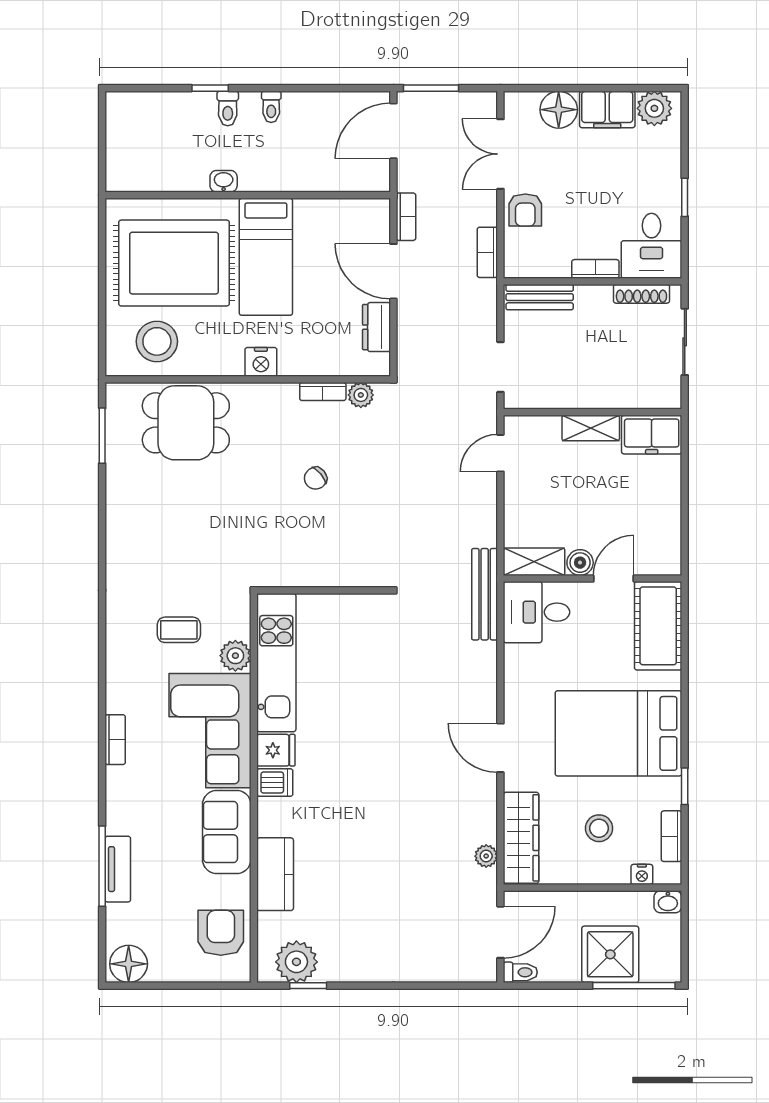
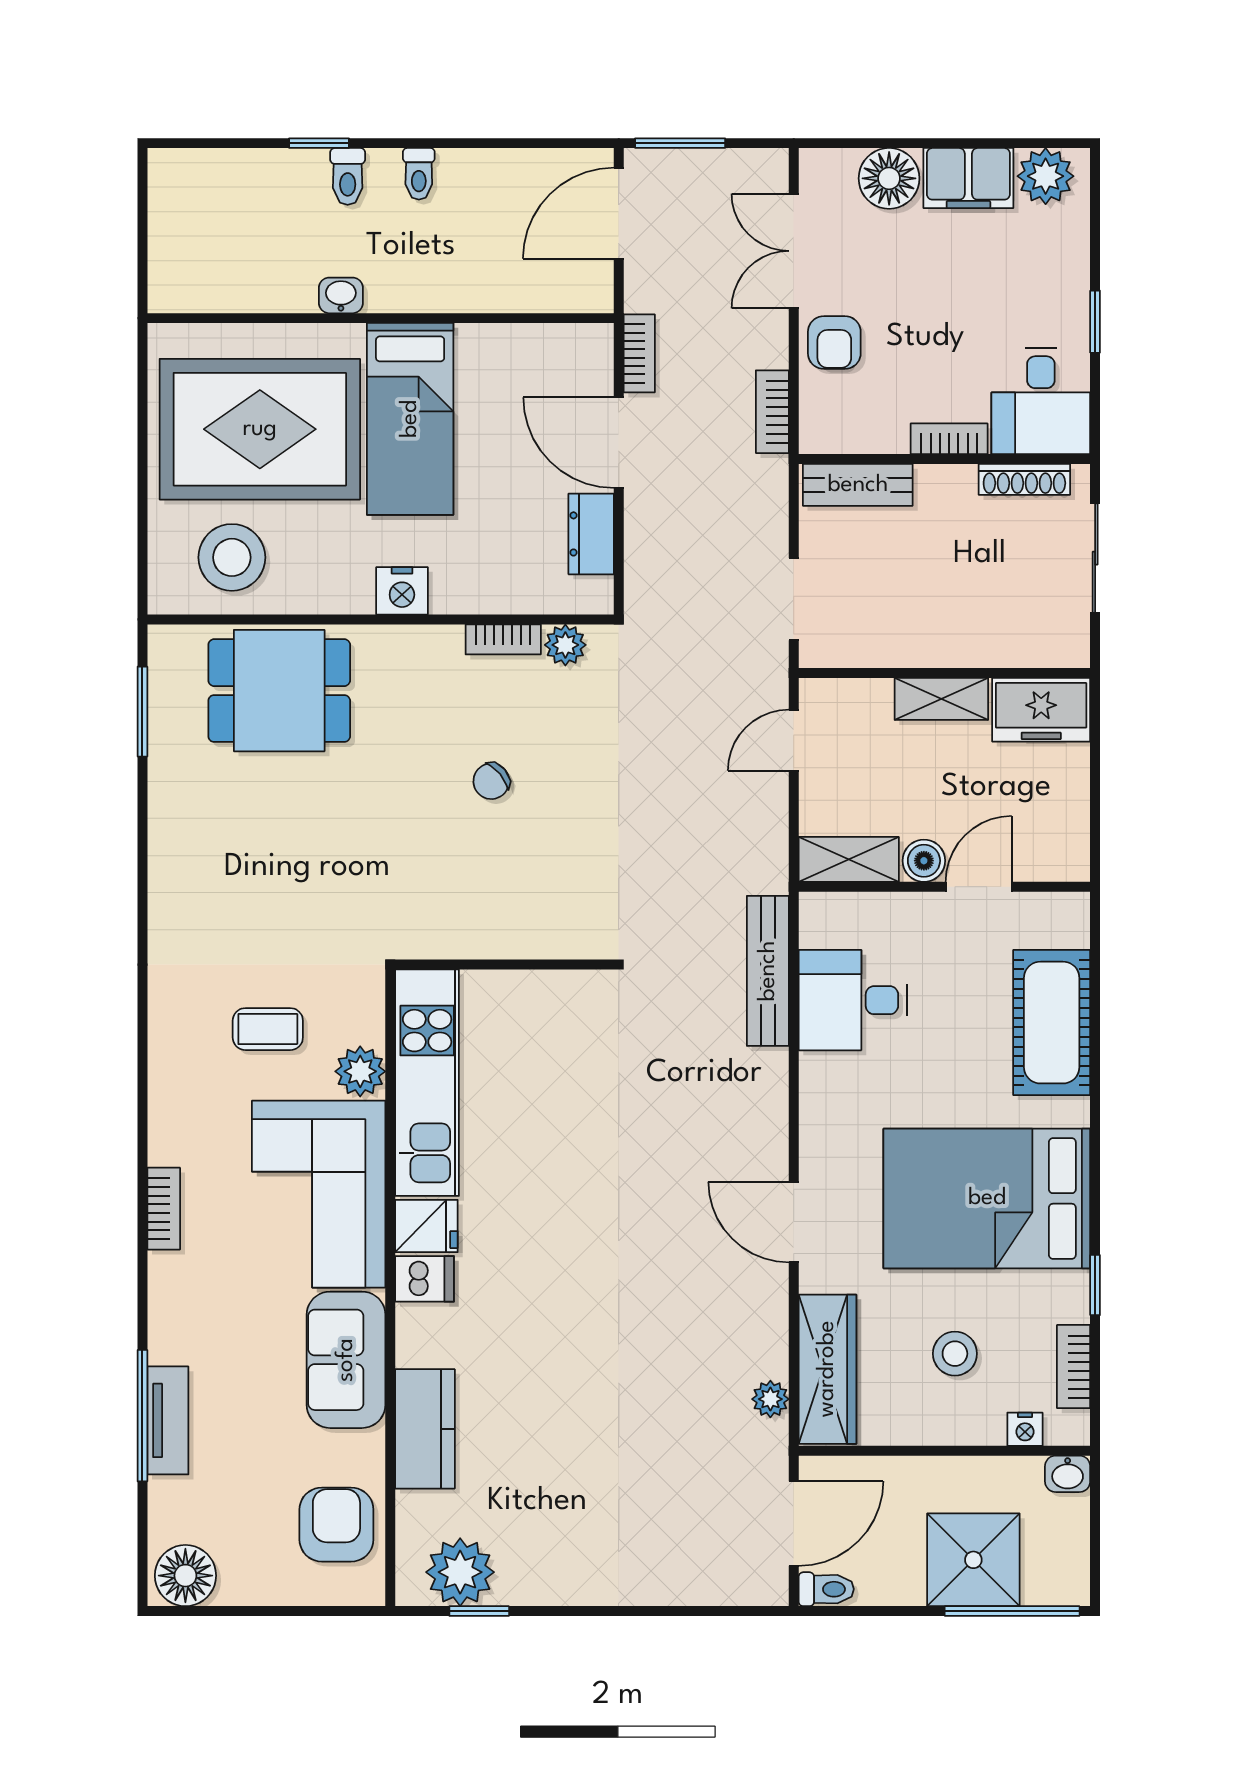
shelving: (534, 562) -> (849, 859), moved
boiler: (580, 563) -> (924, 861), moved
wall: (593, 578) -> (944, 887), moved
door: (613, 578) -> (979, 887), moved

